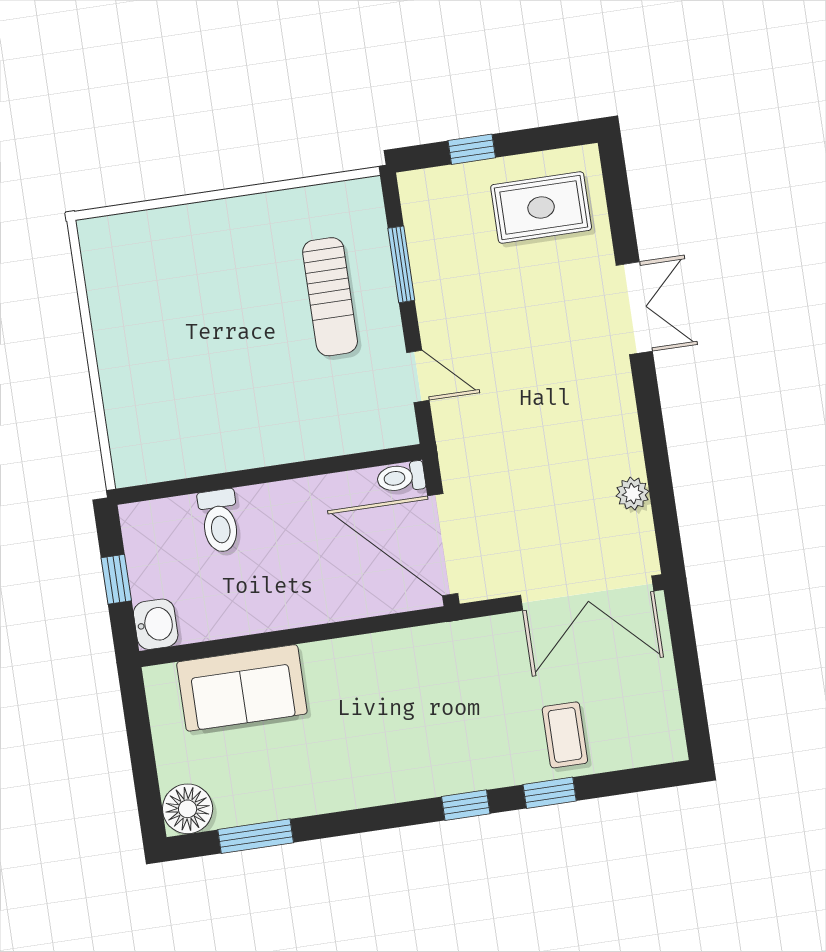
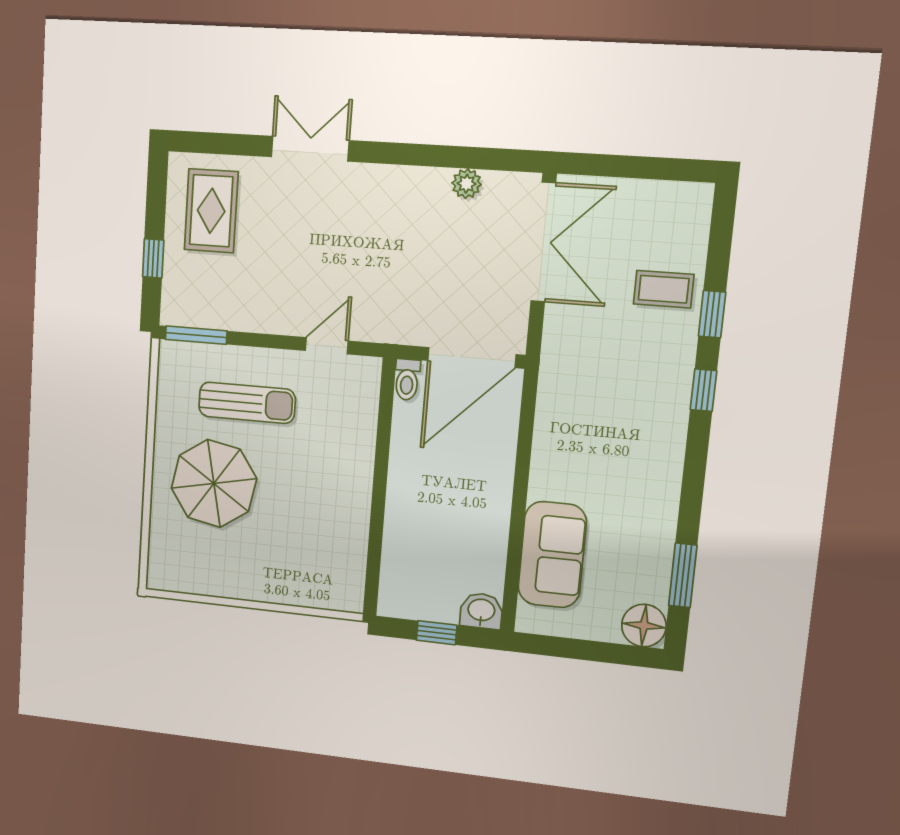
window: (401, 264) -> (196, 335), moved
parasol: (225, 277) -> (214, 484), added
toilet: (219, 521) -> (408, 538), removed

